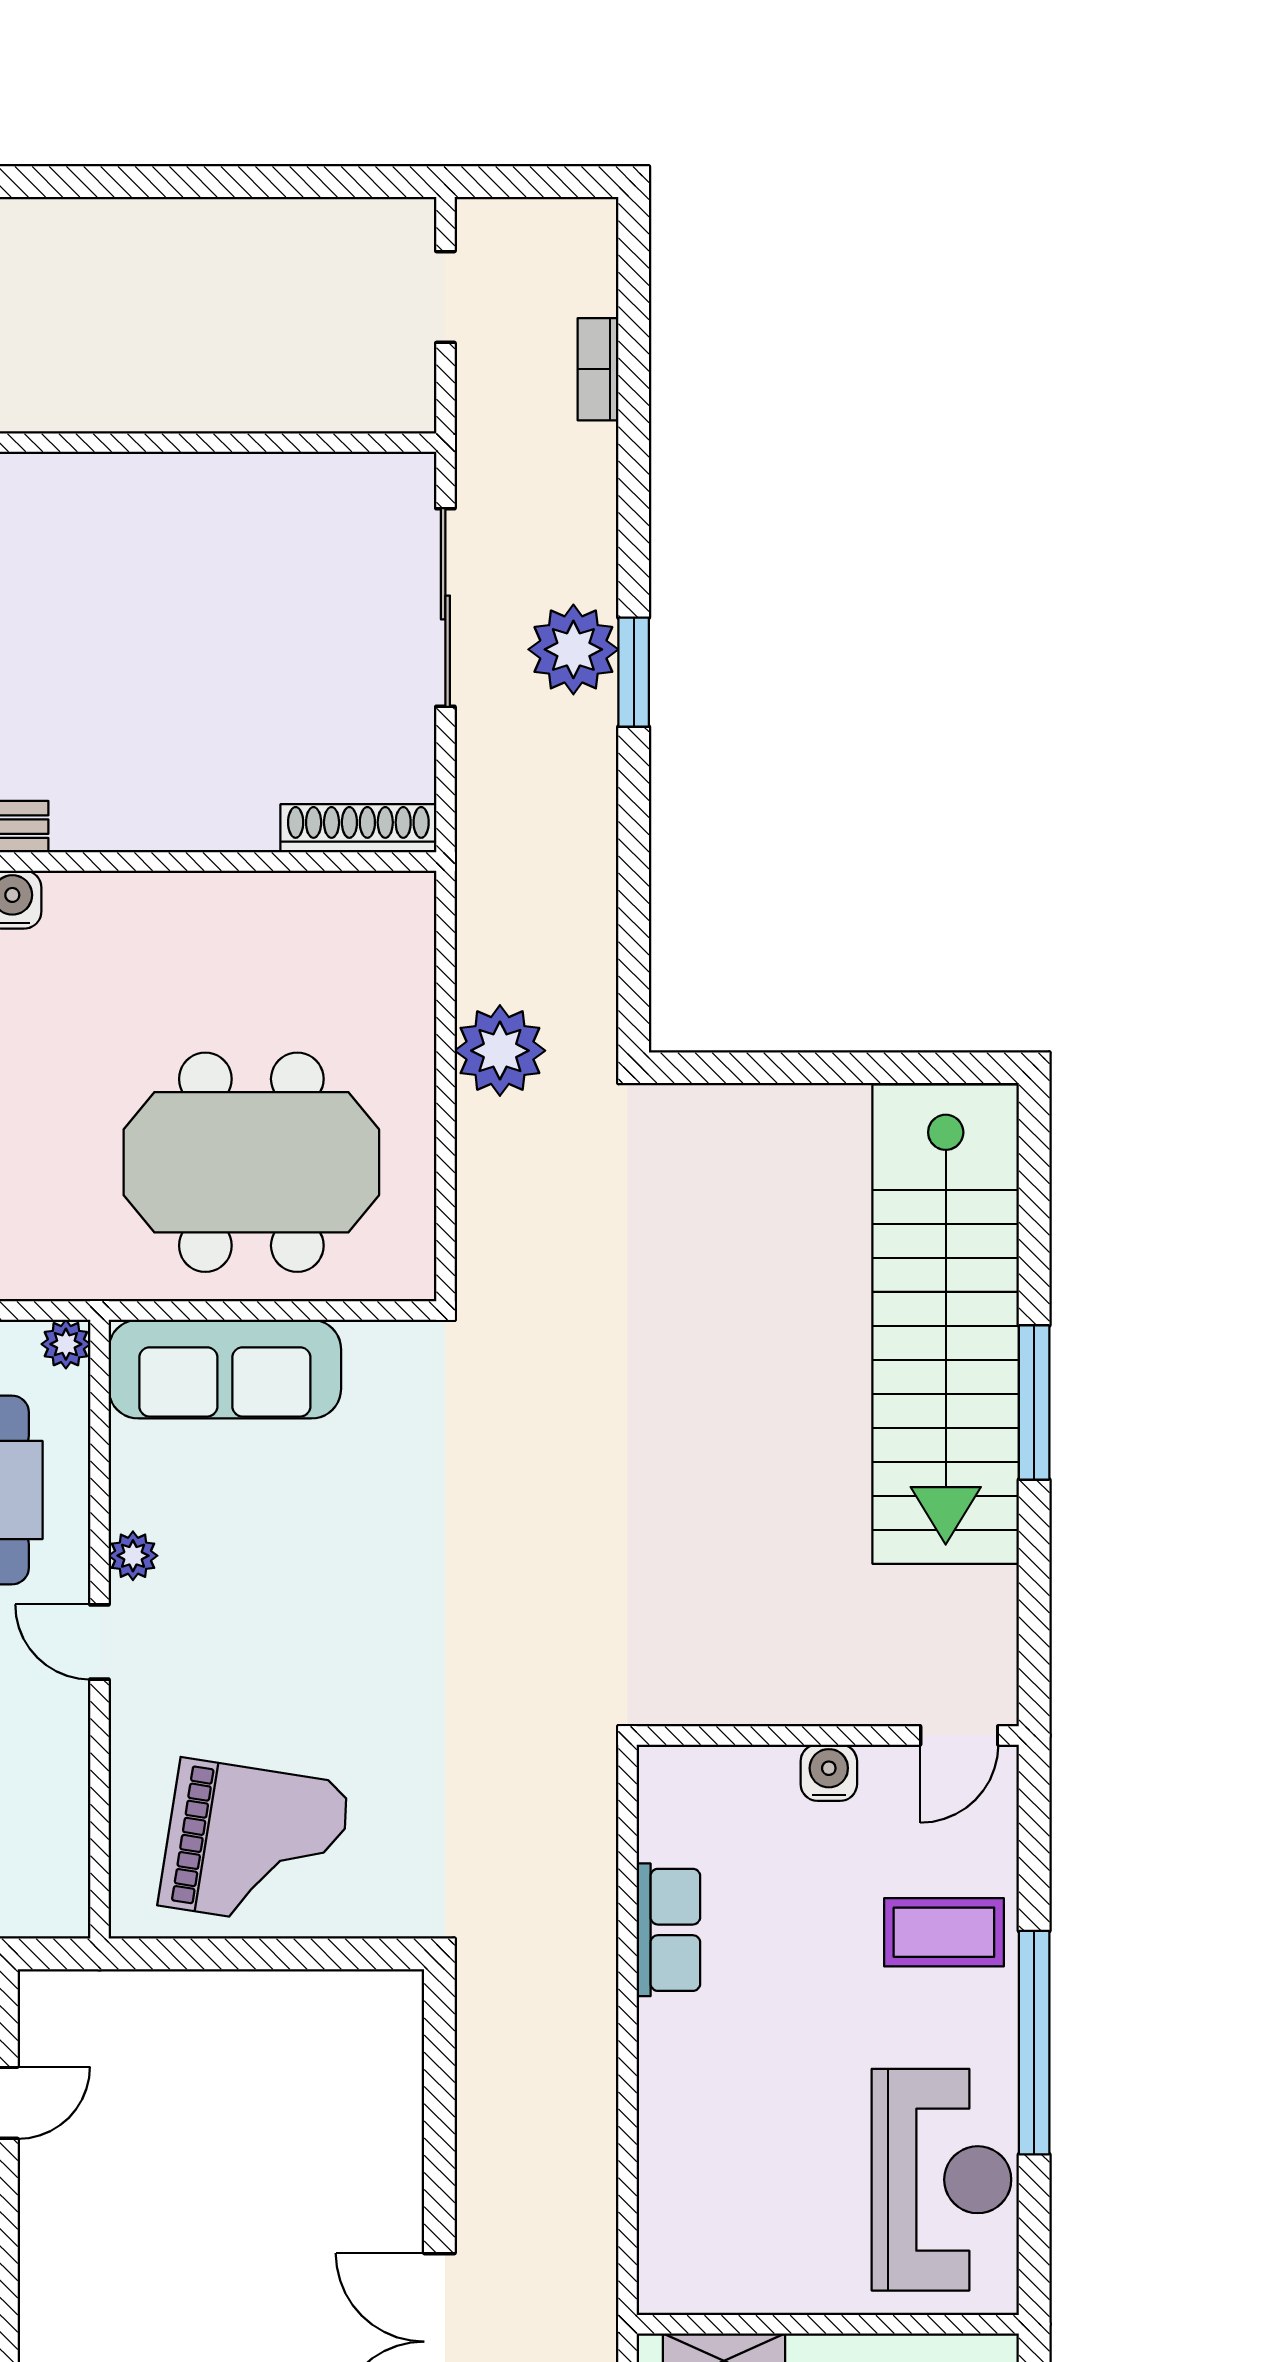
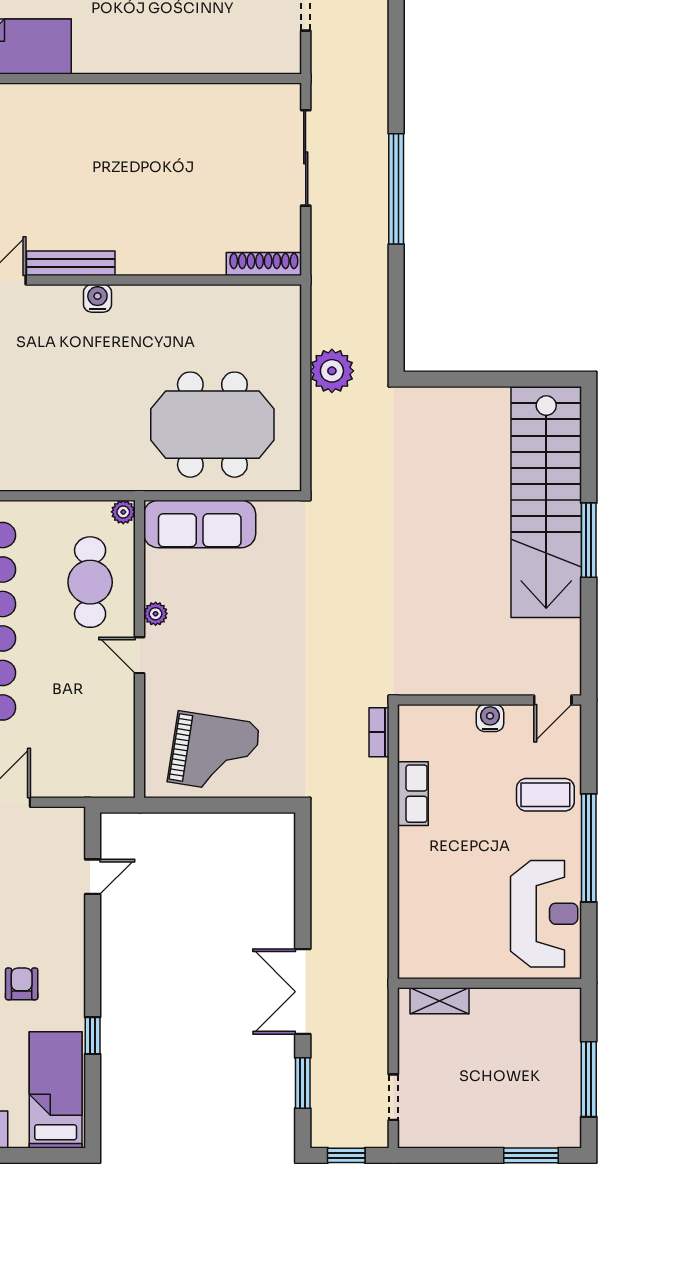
bookcase: (598, 369) -> (379, 732), moved
plant: (573, 649) -> (367, 178), removed
window: (634, 672) -> (396, 189), width x2.11

